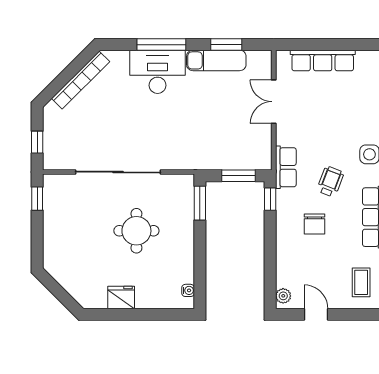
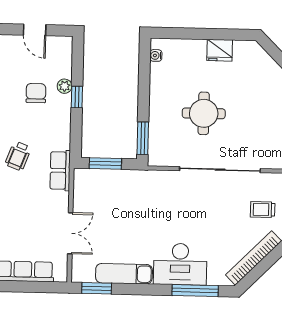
window: (161, 45) -> (195, 291), moved
window: (226, 45) -> (97, 288), moved
trolley: (72, 131) -> (263, 210), added
window: (270, 199) -> (77, 97), moved
chair: (314, 224) -> (36, 93), moved
plant: (283, 296) -> (65, 86), moved

